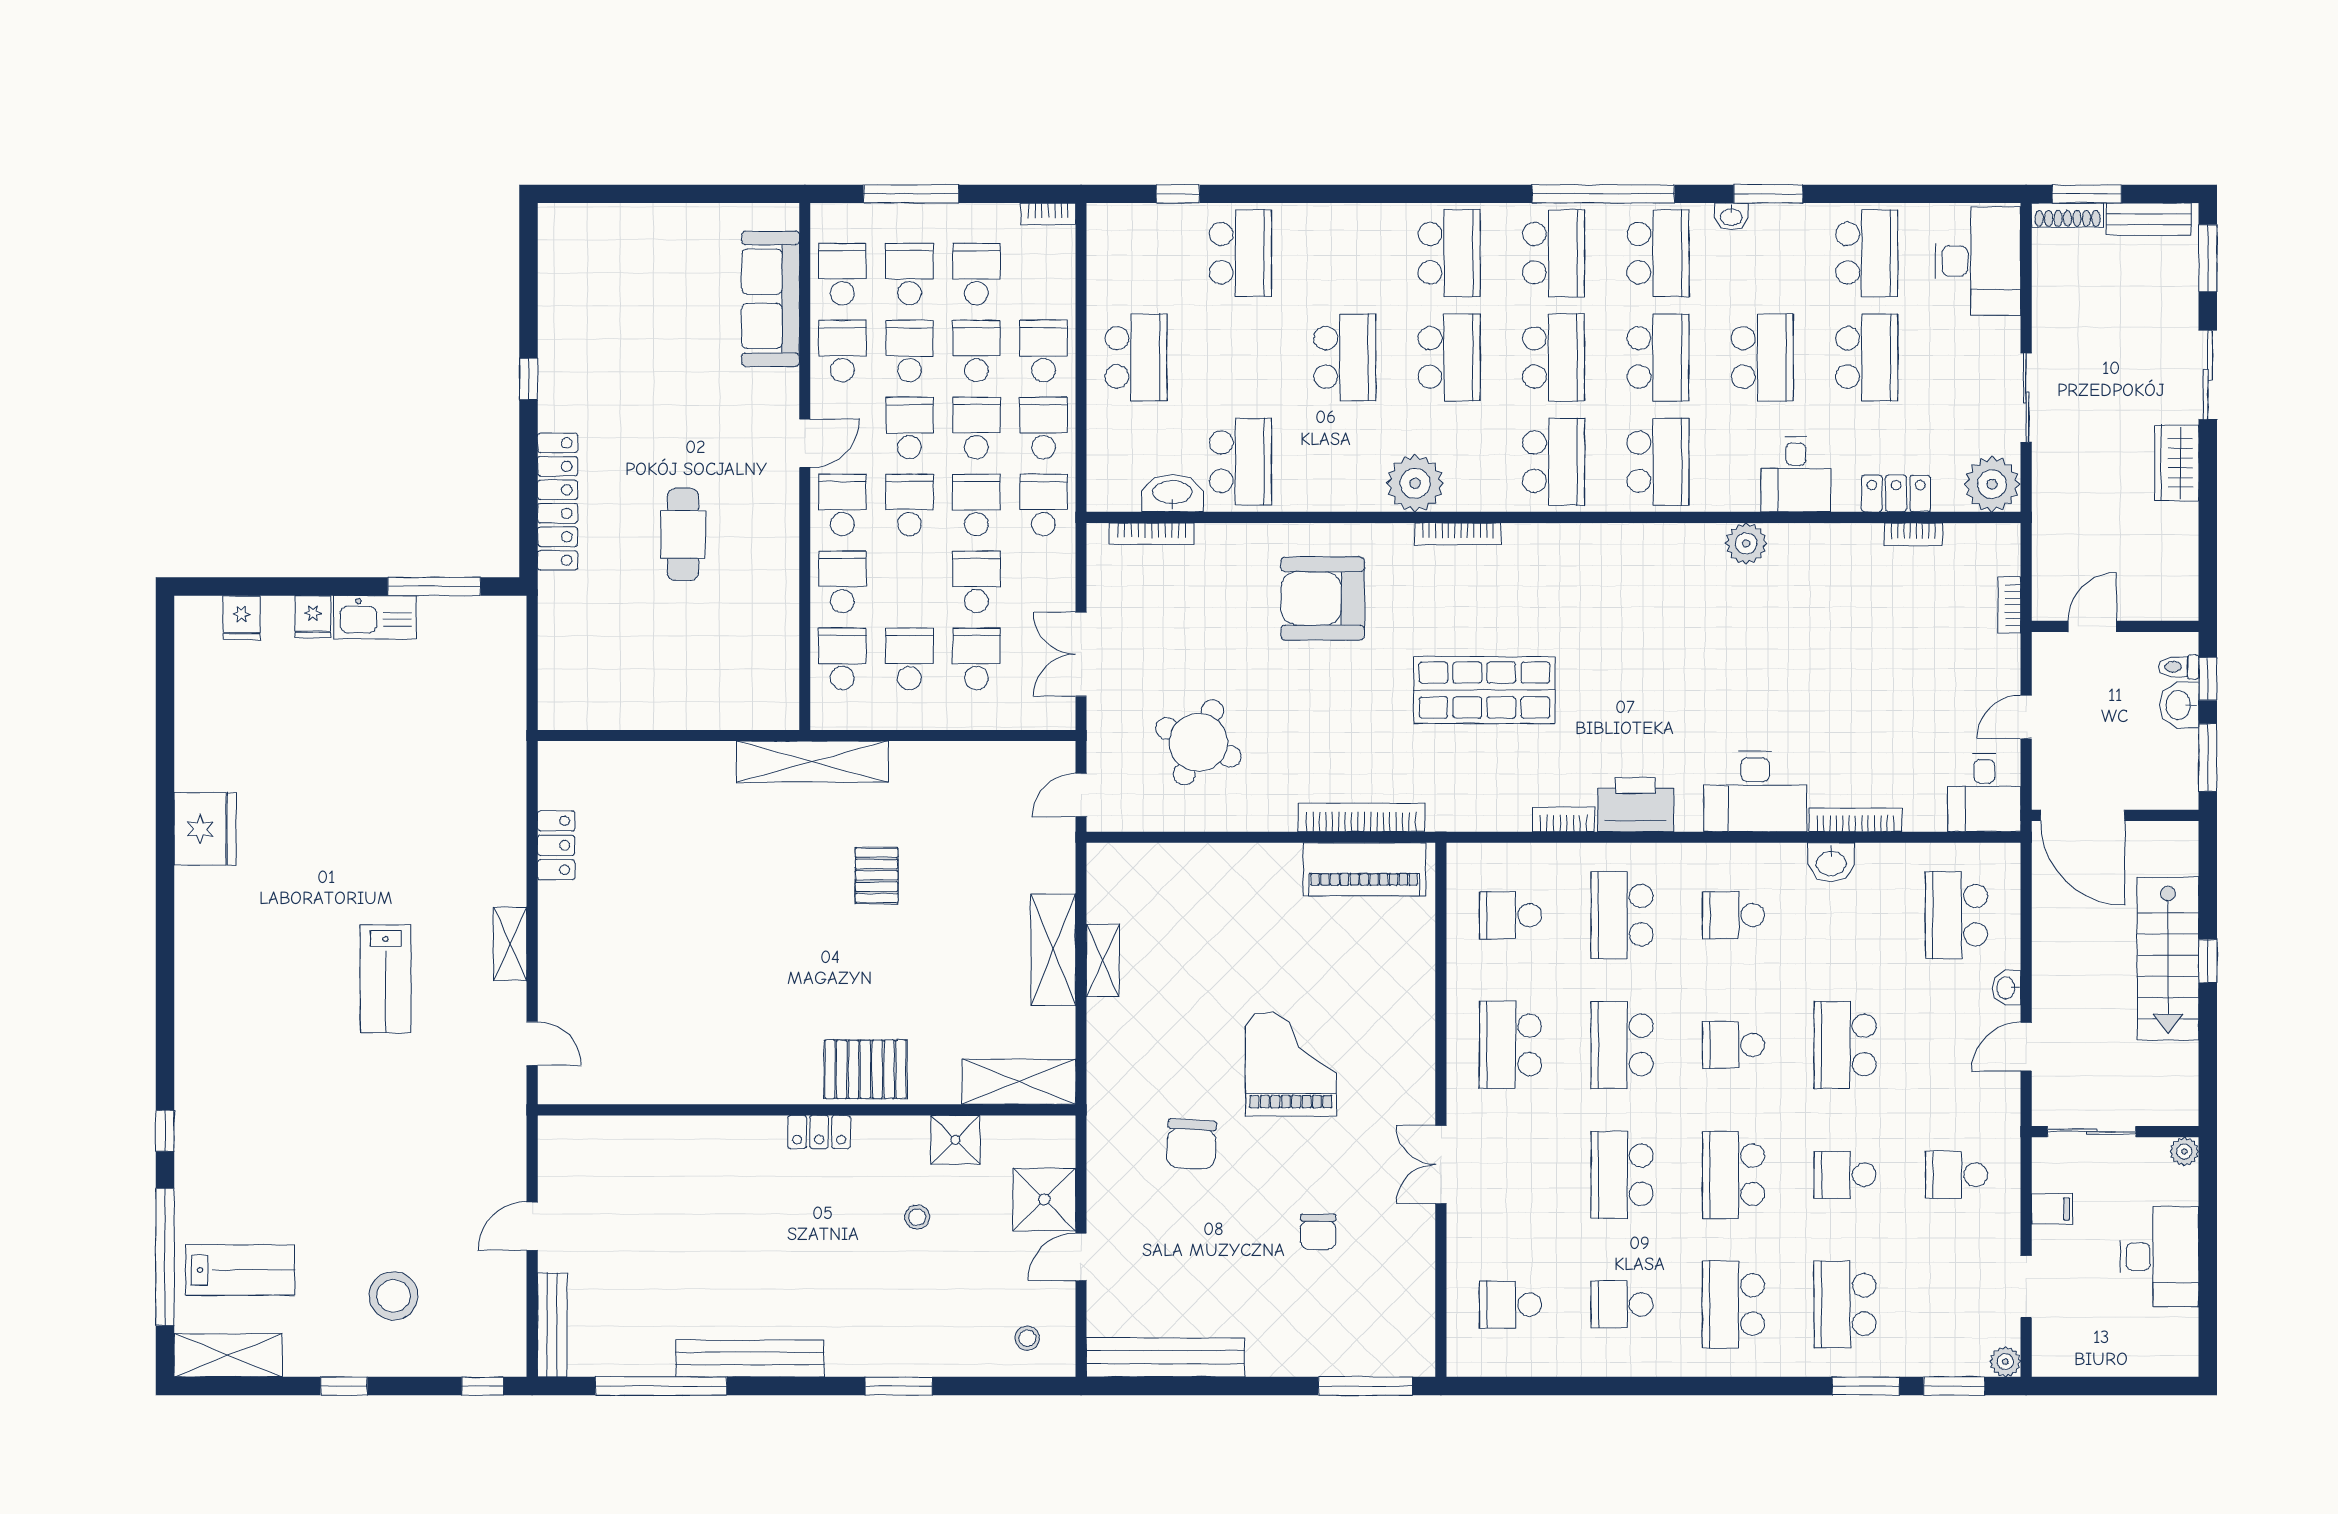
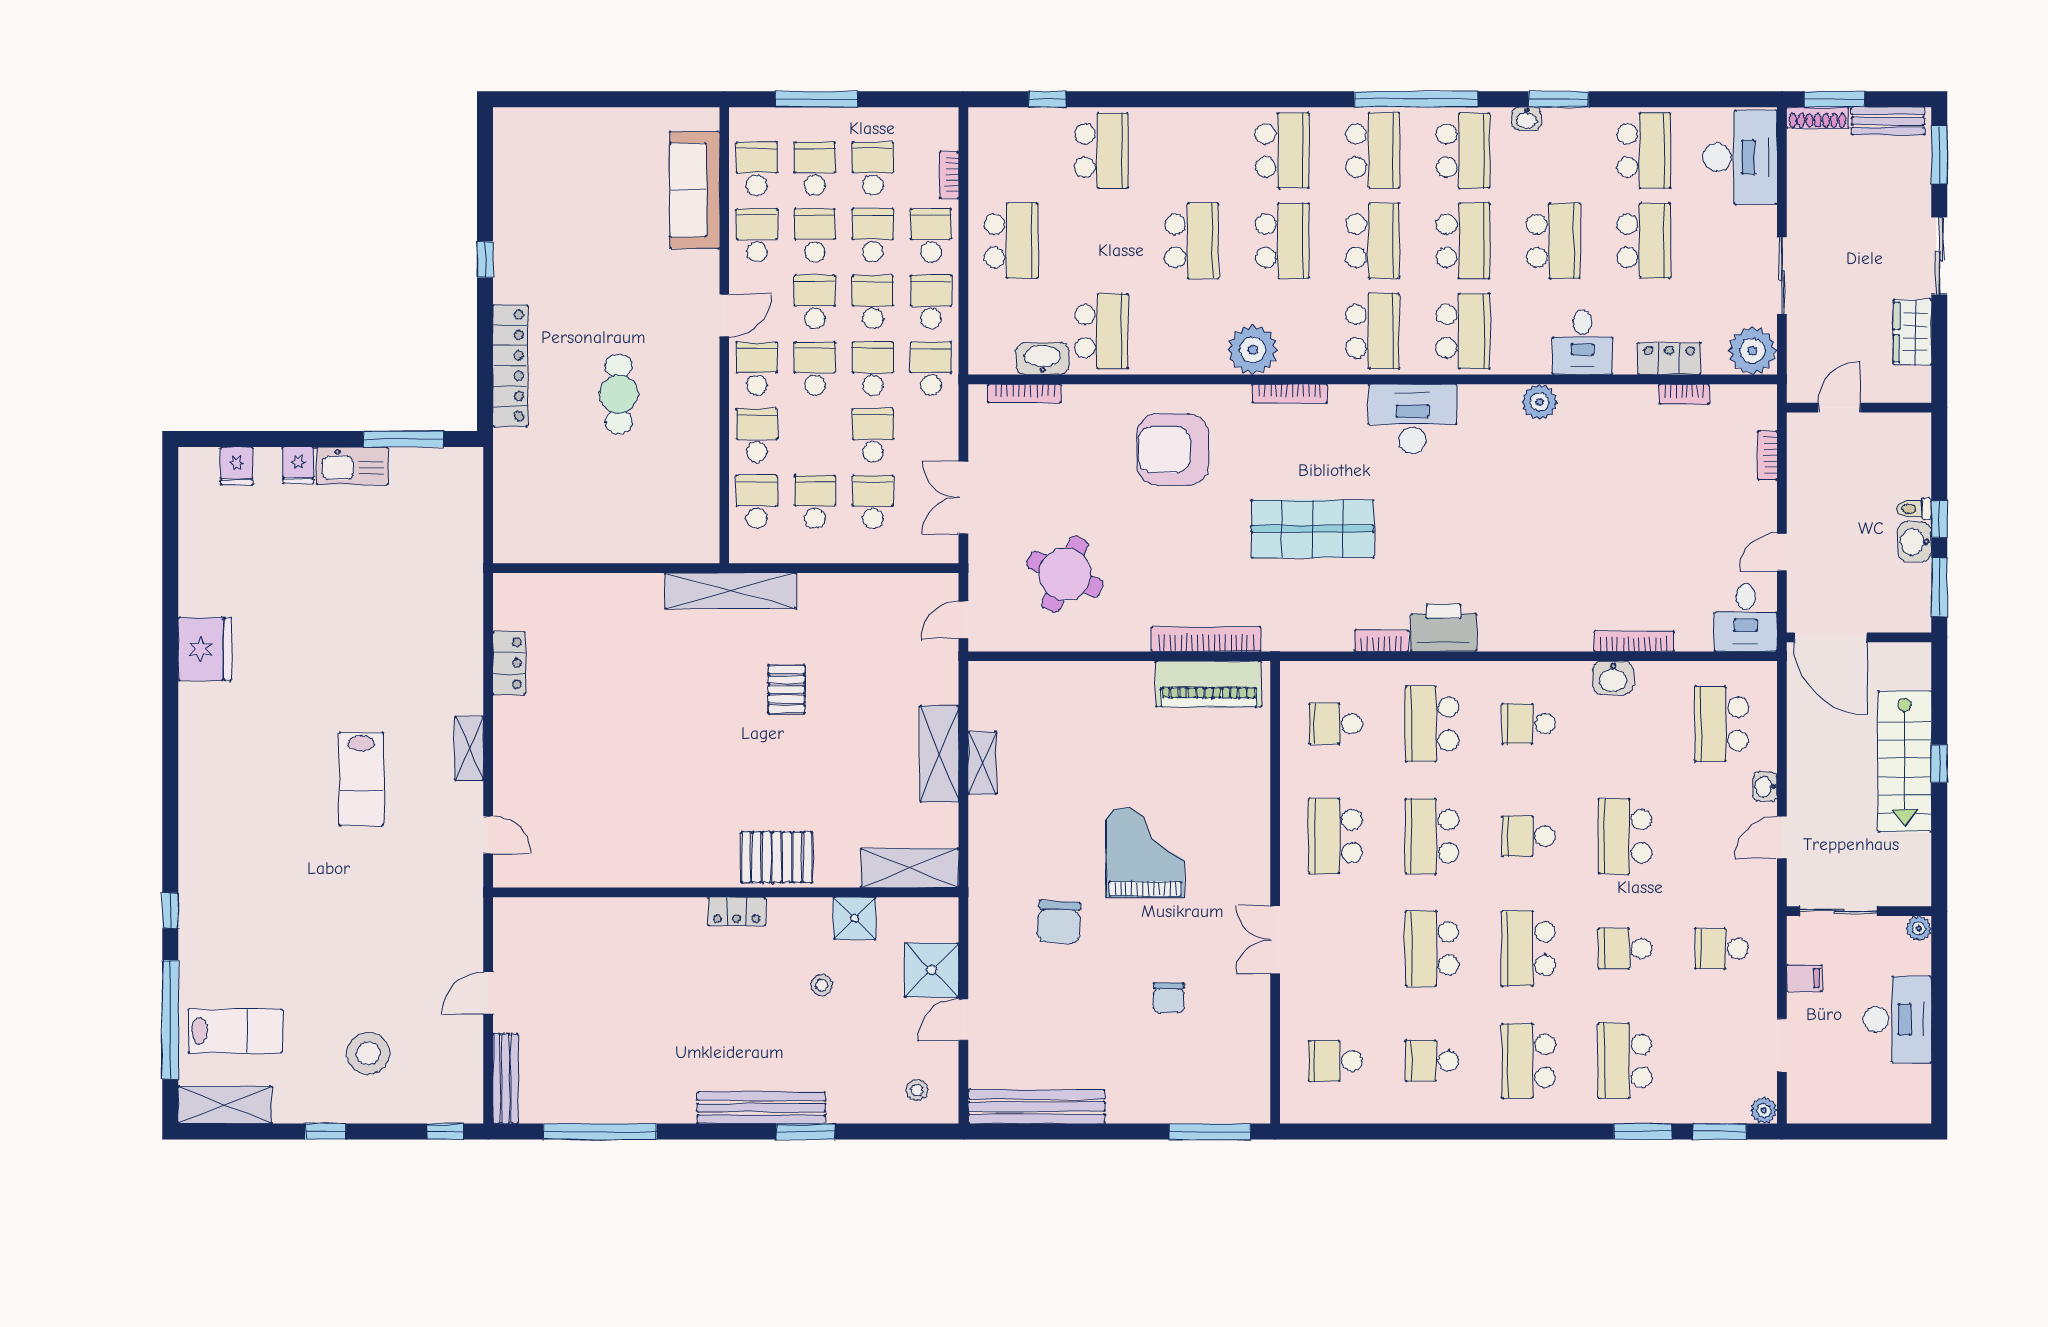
bookcase: (1048, 214) -> (949, 175), moved, turned 90
door: (2092, 626) -> (1839, 408), moved
wall: (2115, 626) -> (1859, 408), moved
desk: (1755, 792) -> (1413, 419), moved, turned 180
bench: (750, 1359) -> (761, 1108), moved

